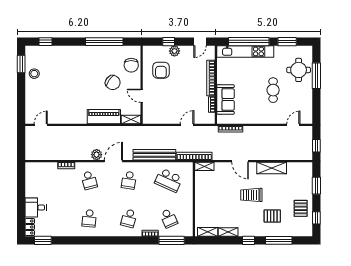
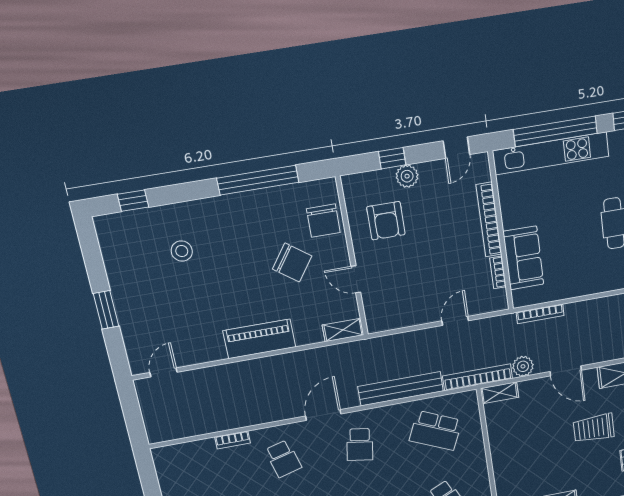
window: (21, 64) -> (106, 310), moved
stool: (34, 74) -> (182, 251), moved
piano: (104, 117) -> (259, 339), moved
plant: (97, 155) -> (523, 366), moved

